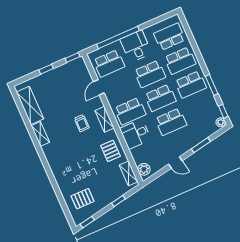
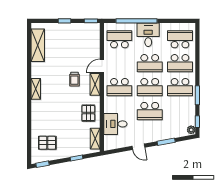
school desk: (109, 63) -> (119, 39), turned 180
door: (99, 87) -> (102, 66), moved
shelving: (40, 134) -> (36, 89), moved
desk: (135, 134) -> (115, 124), moved
plant: (144, 169) -> (110, 141), removed

